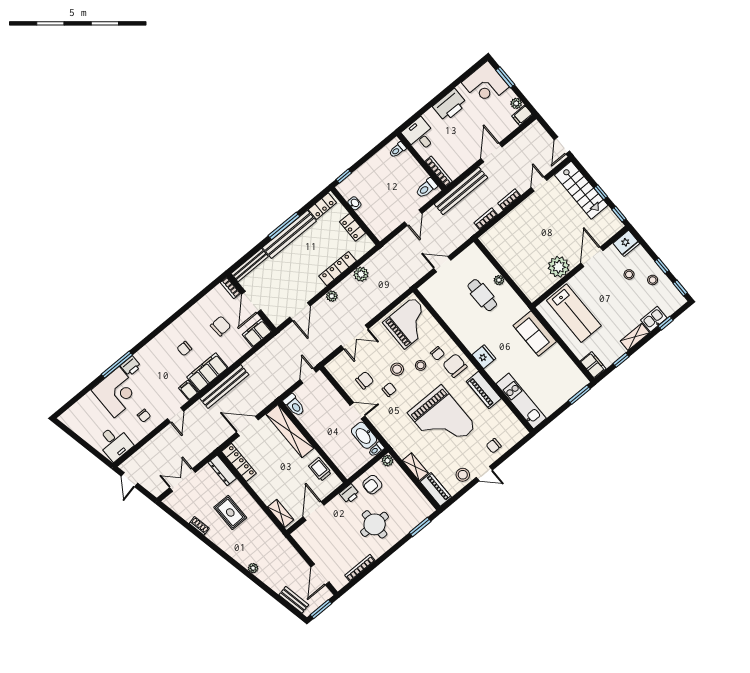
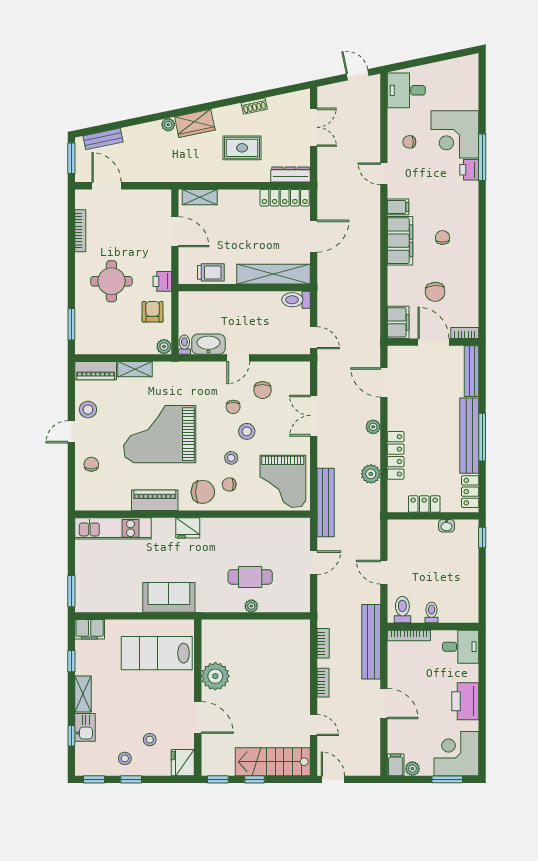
toilet: (397, 150) -> (432, 613), moved
bench: (224, 387) -> (326, 503), moved
wardrobe: (239, 553) -> (195, 123), added

